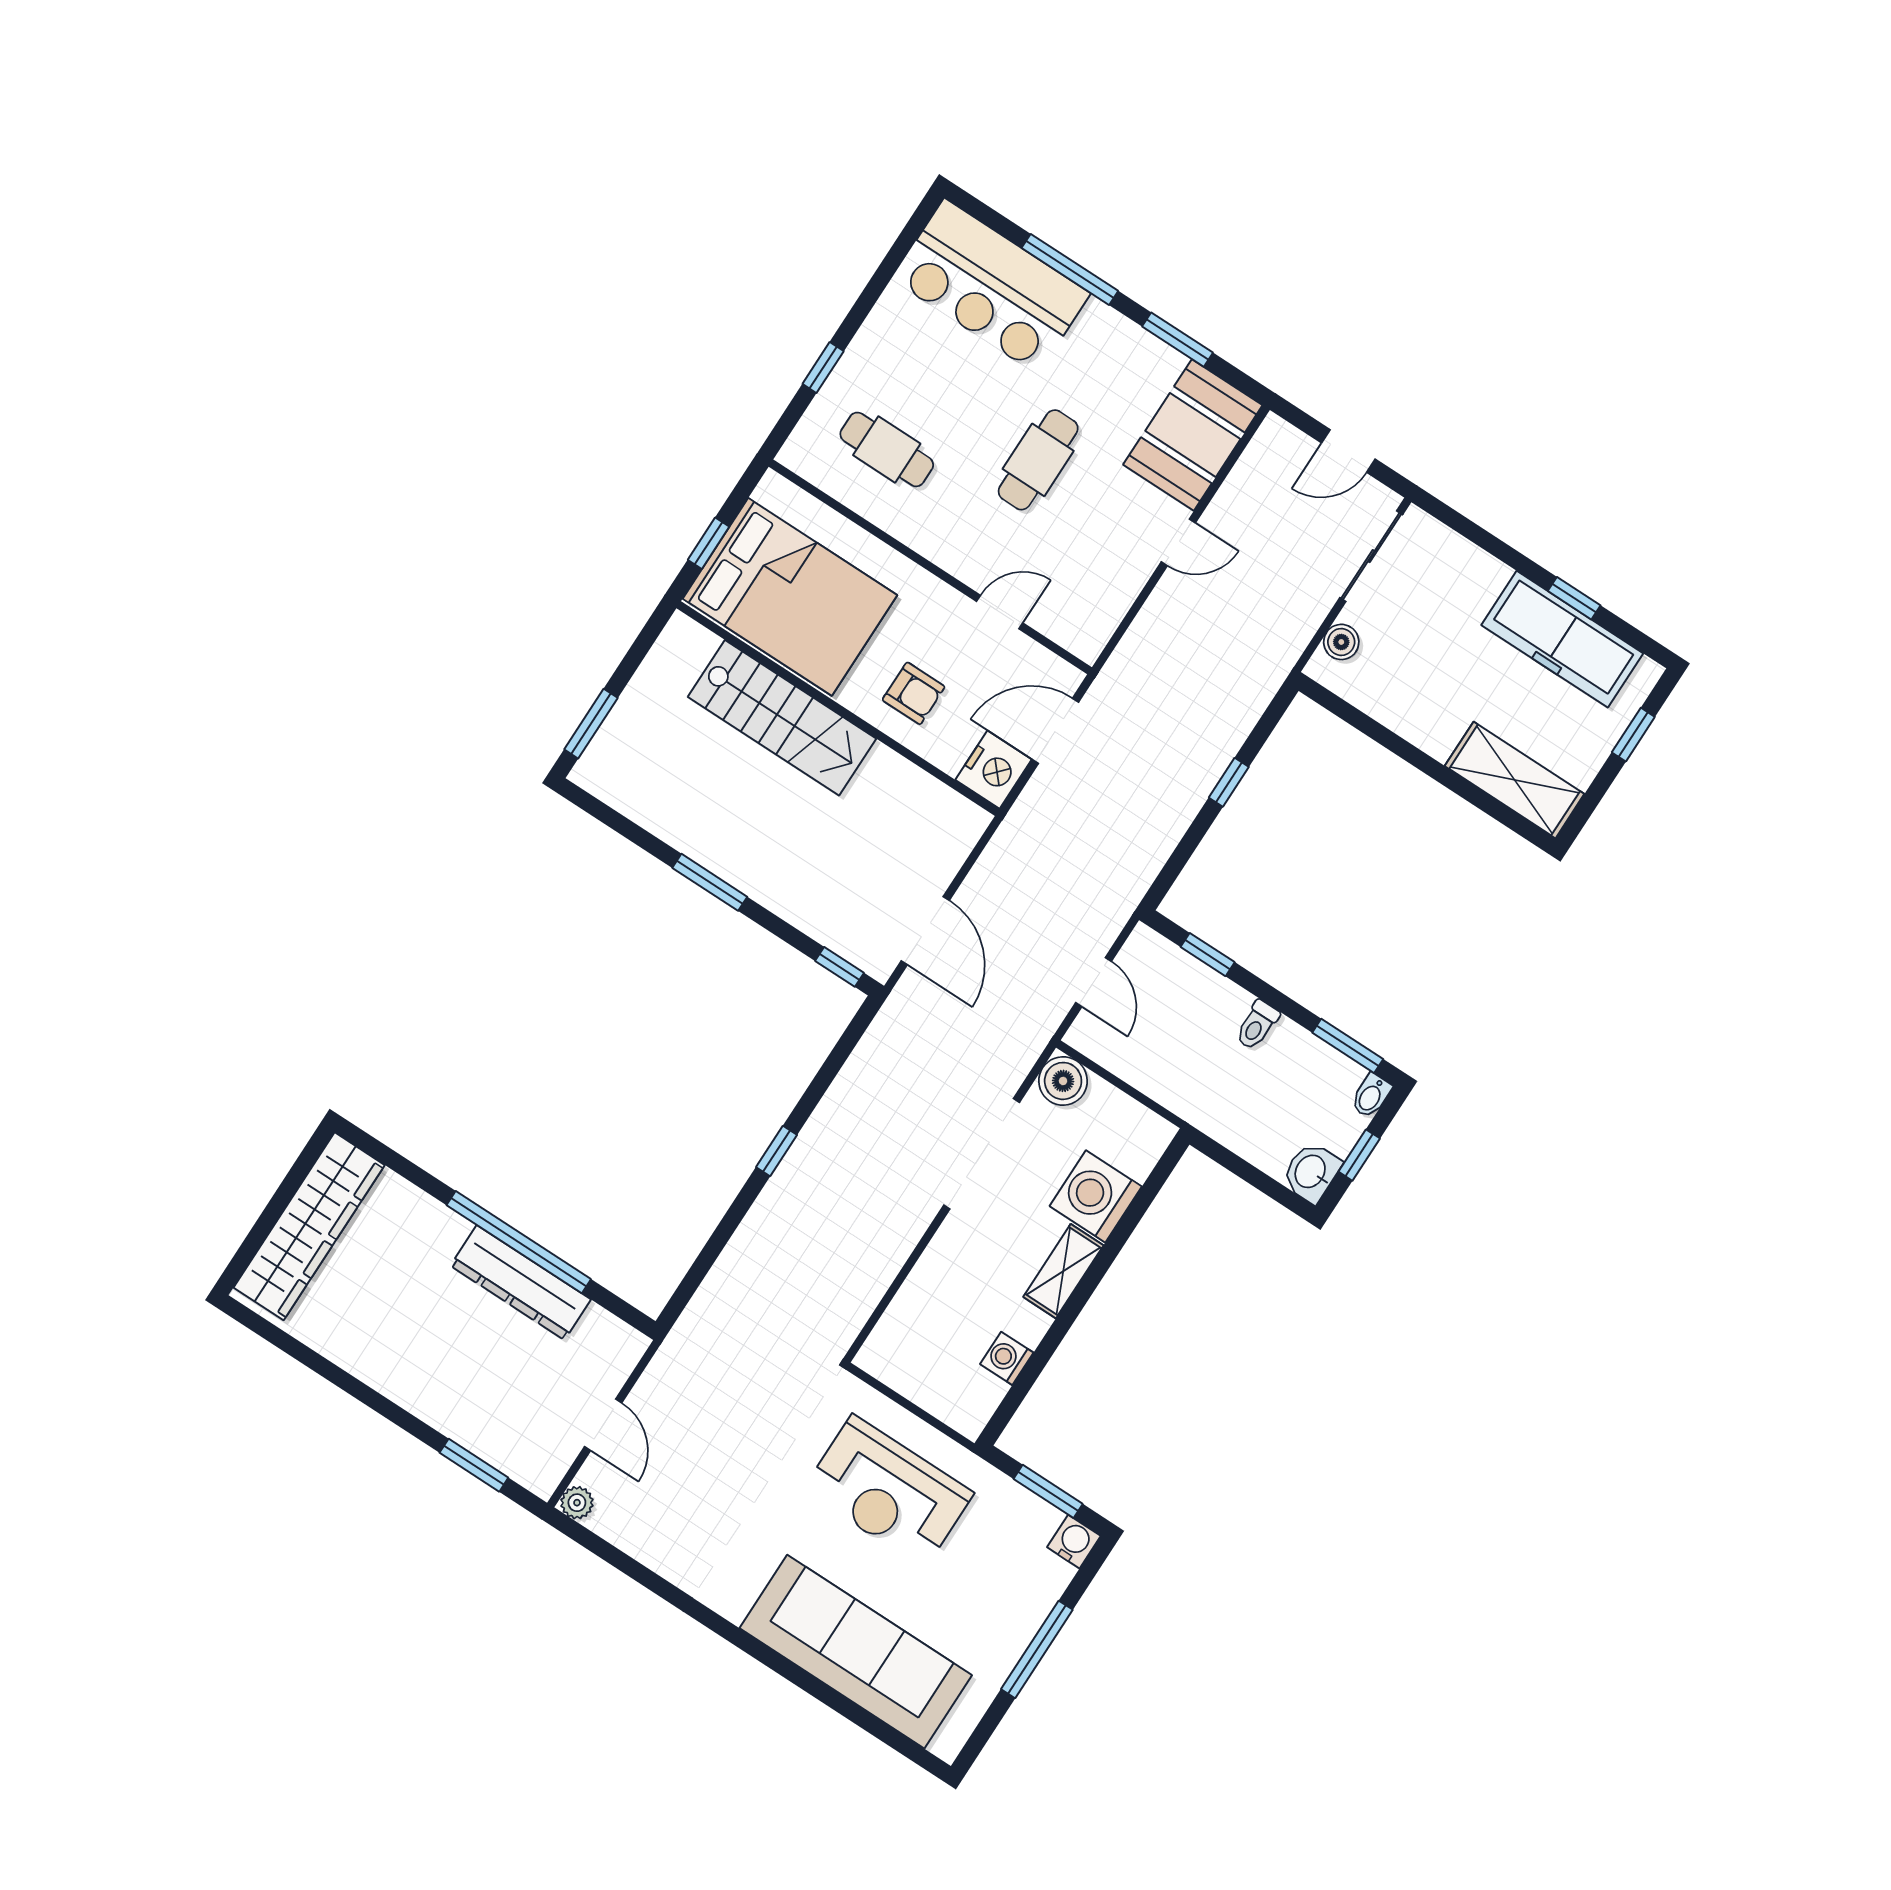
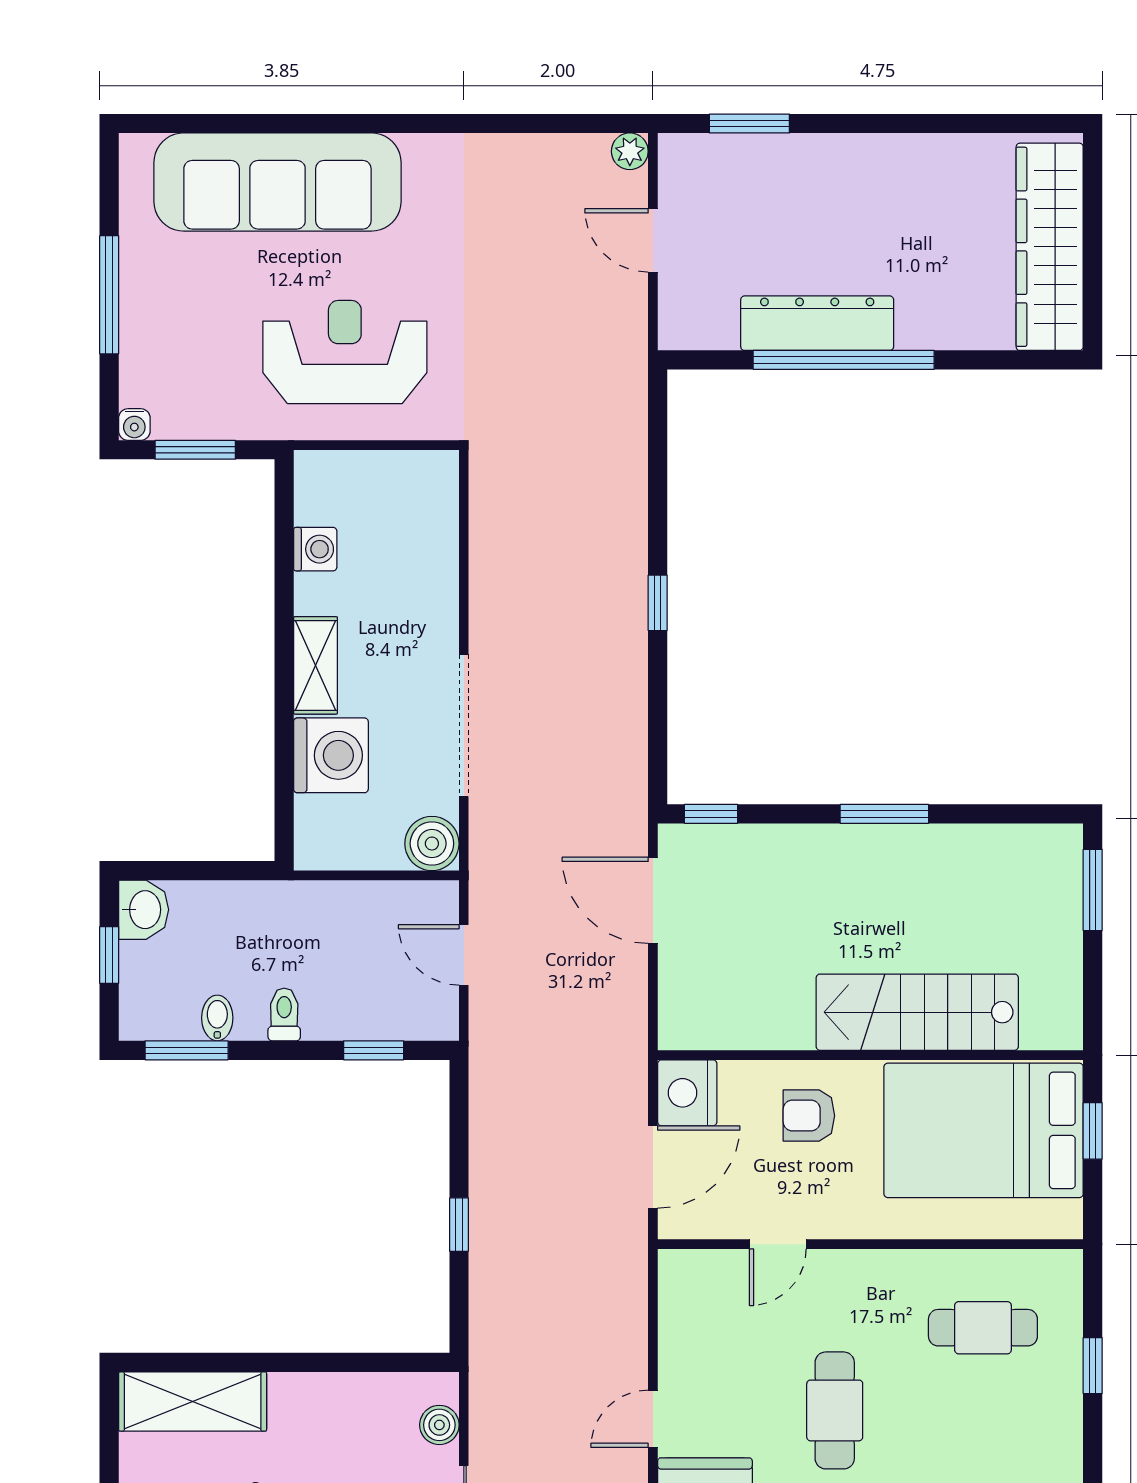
bidet: (1371, 1096) -> (217, 1018), moved
water cooler: (1074, 1542) -> (134, 425), width x0.72, depth x0.72

